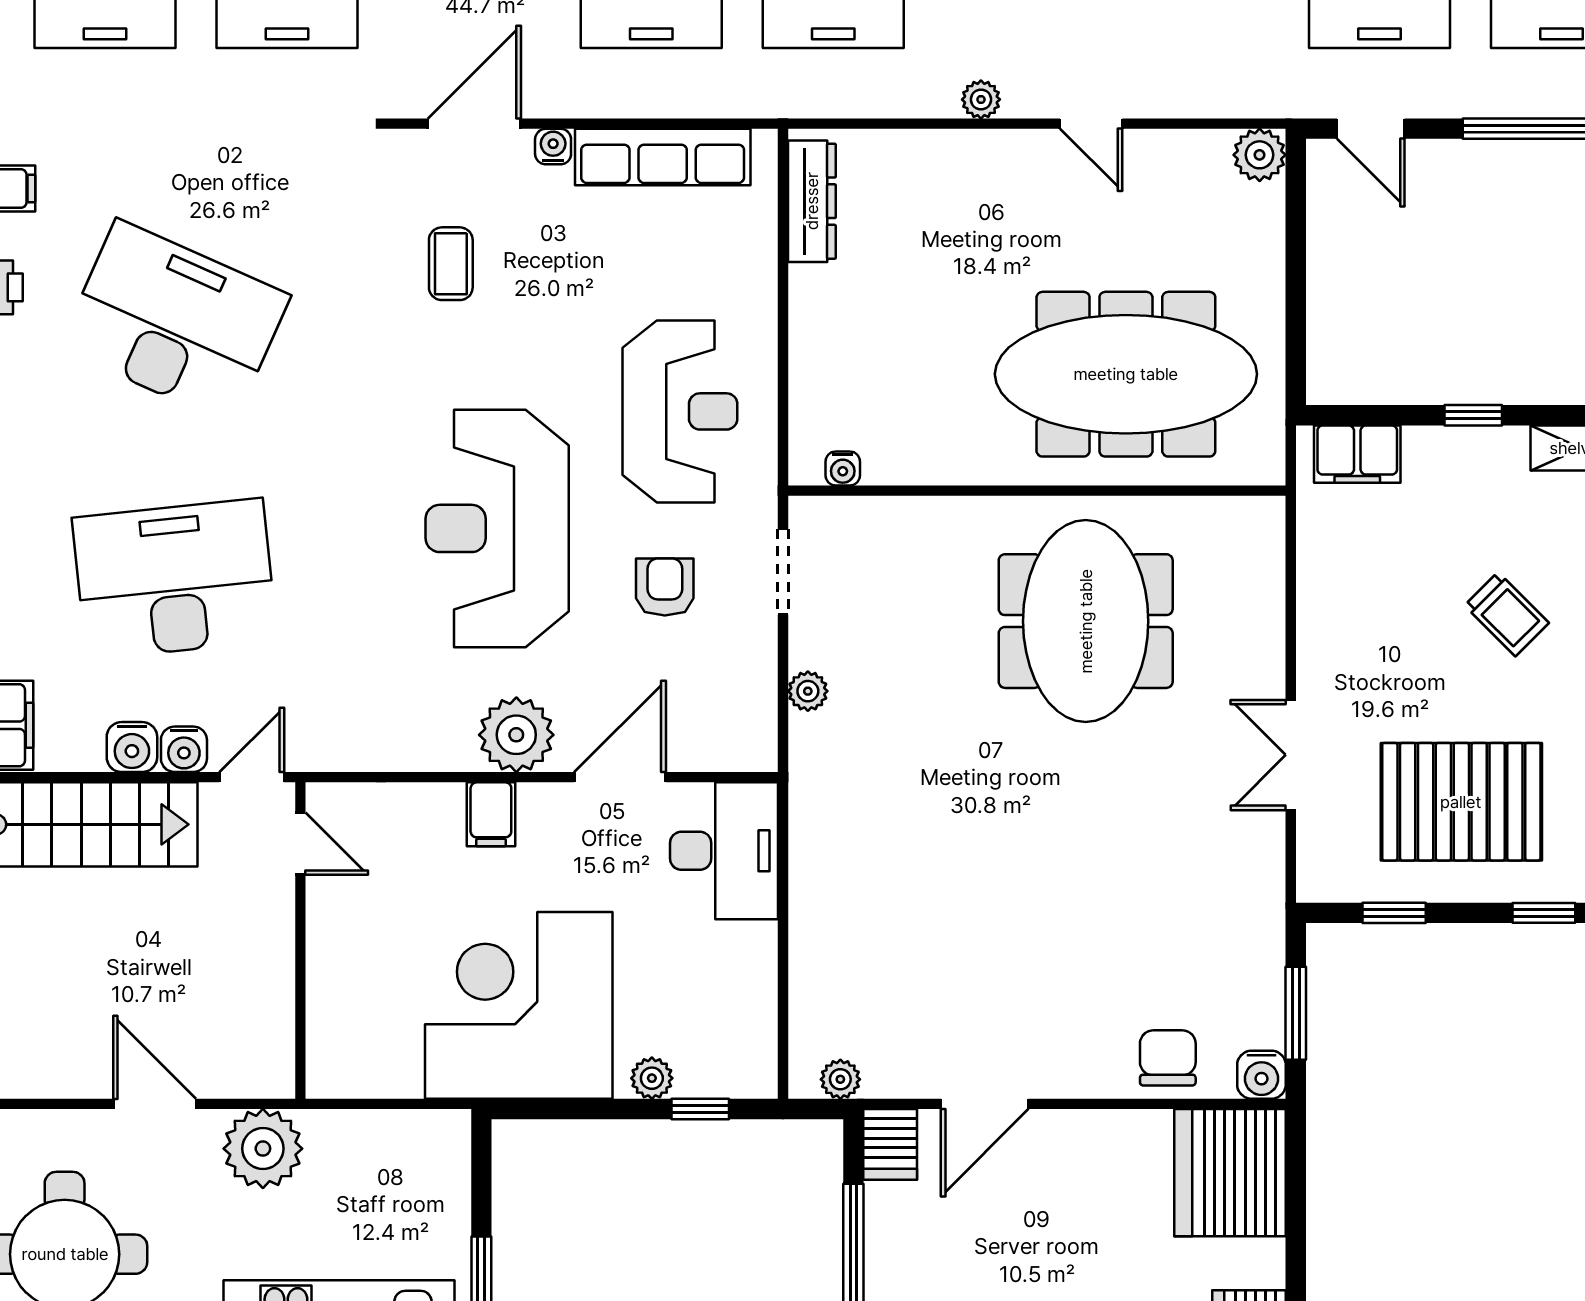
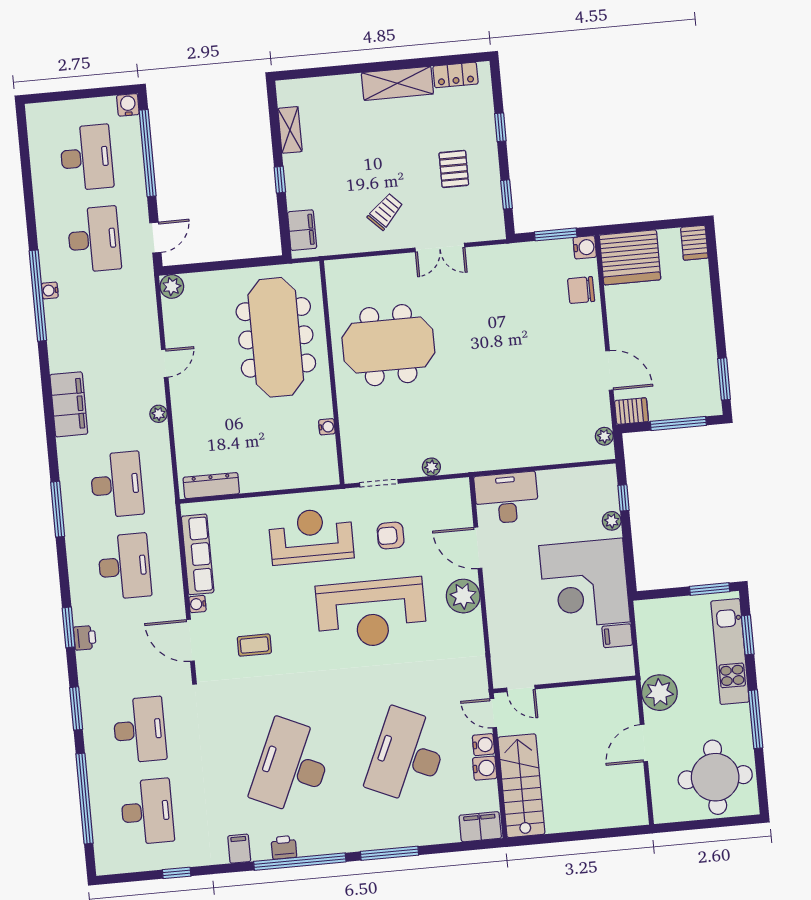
water cooler: (843, 468) -> (327, 427), moved
desk: (175, 579) -> (407, 756), turned 30
trolley: (1507, 614) -> (385, 212), moved
pallet: (1461, 802) -> (454, 169), width x0.49, depth x0.50
filing cabinet: (491, 814) -> (617, 636), moved, turned 180
door: (300, 844) -> (521, 688), swing flipped

